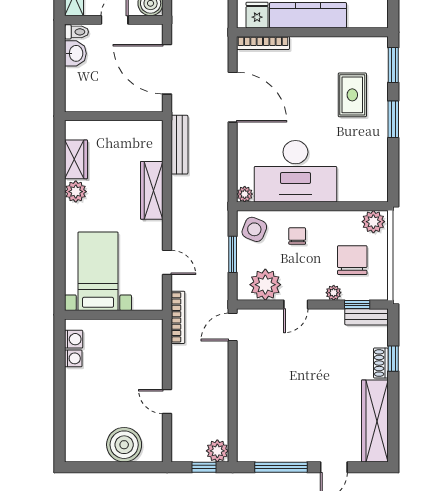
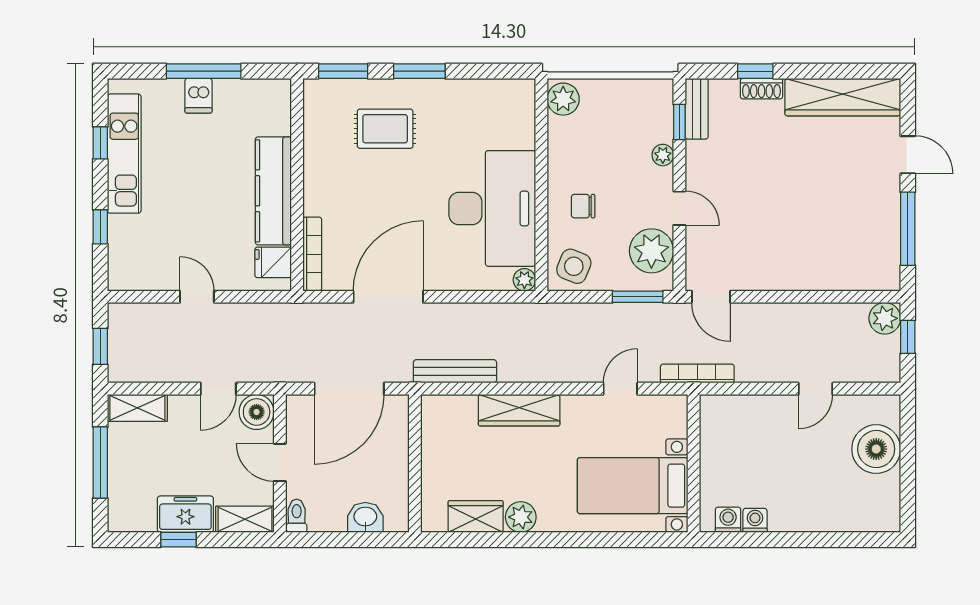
washbasin: (75, 53) -> (365, 517), moved
window: (233, 254) -> (638, 297), moved
chair: (352, 260) -> (617, 129), removed

